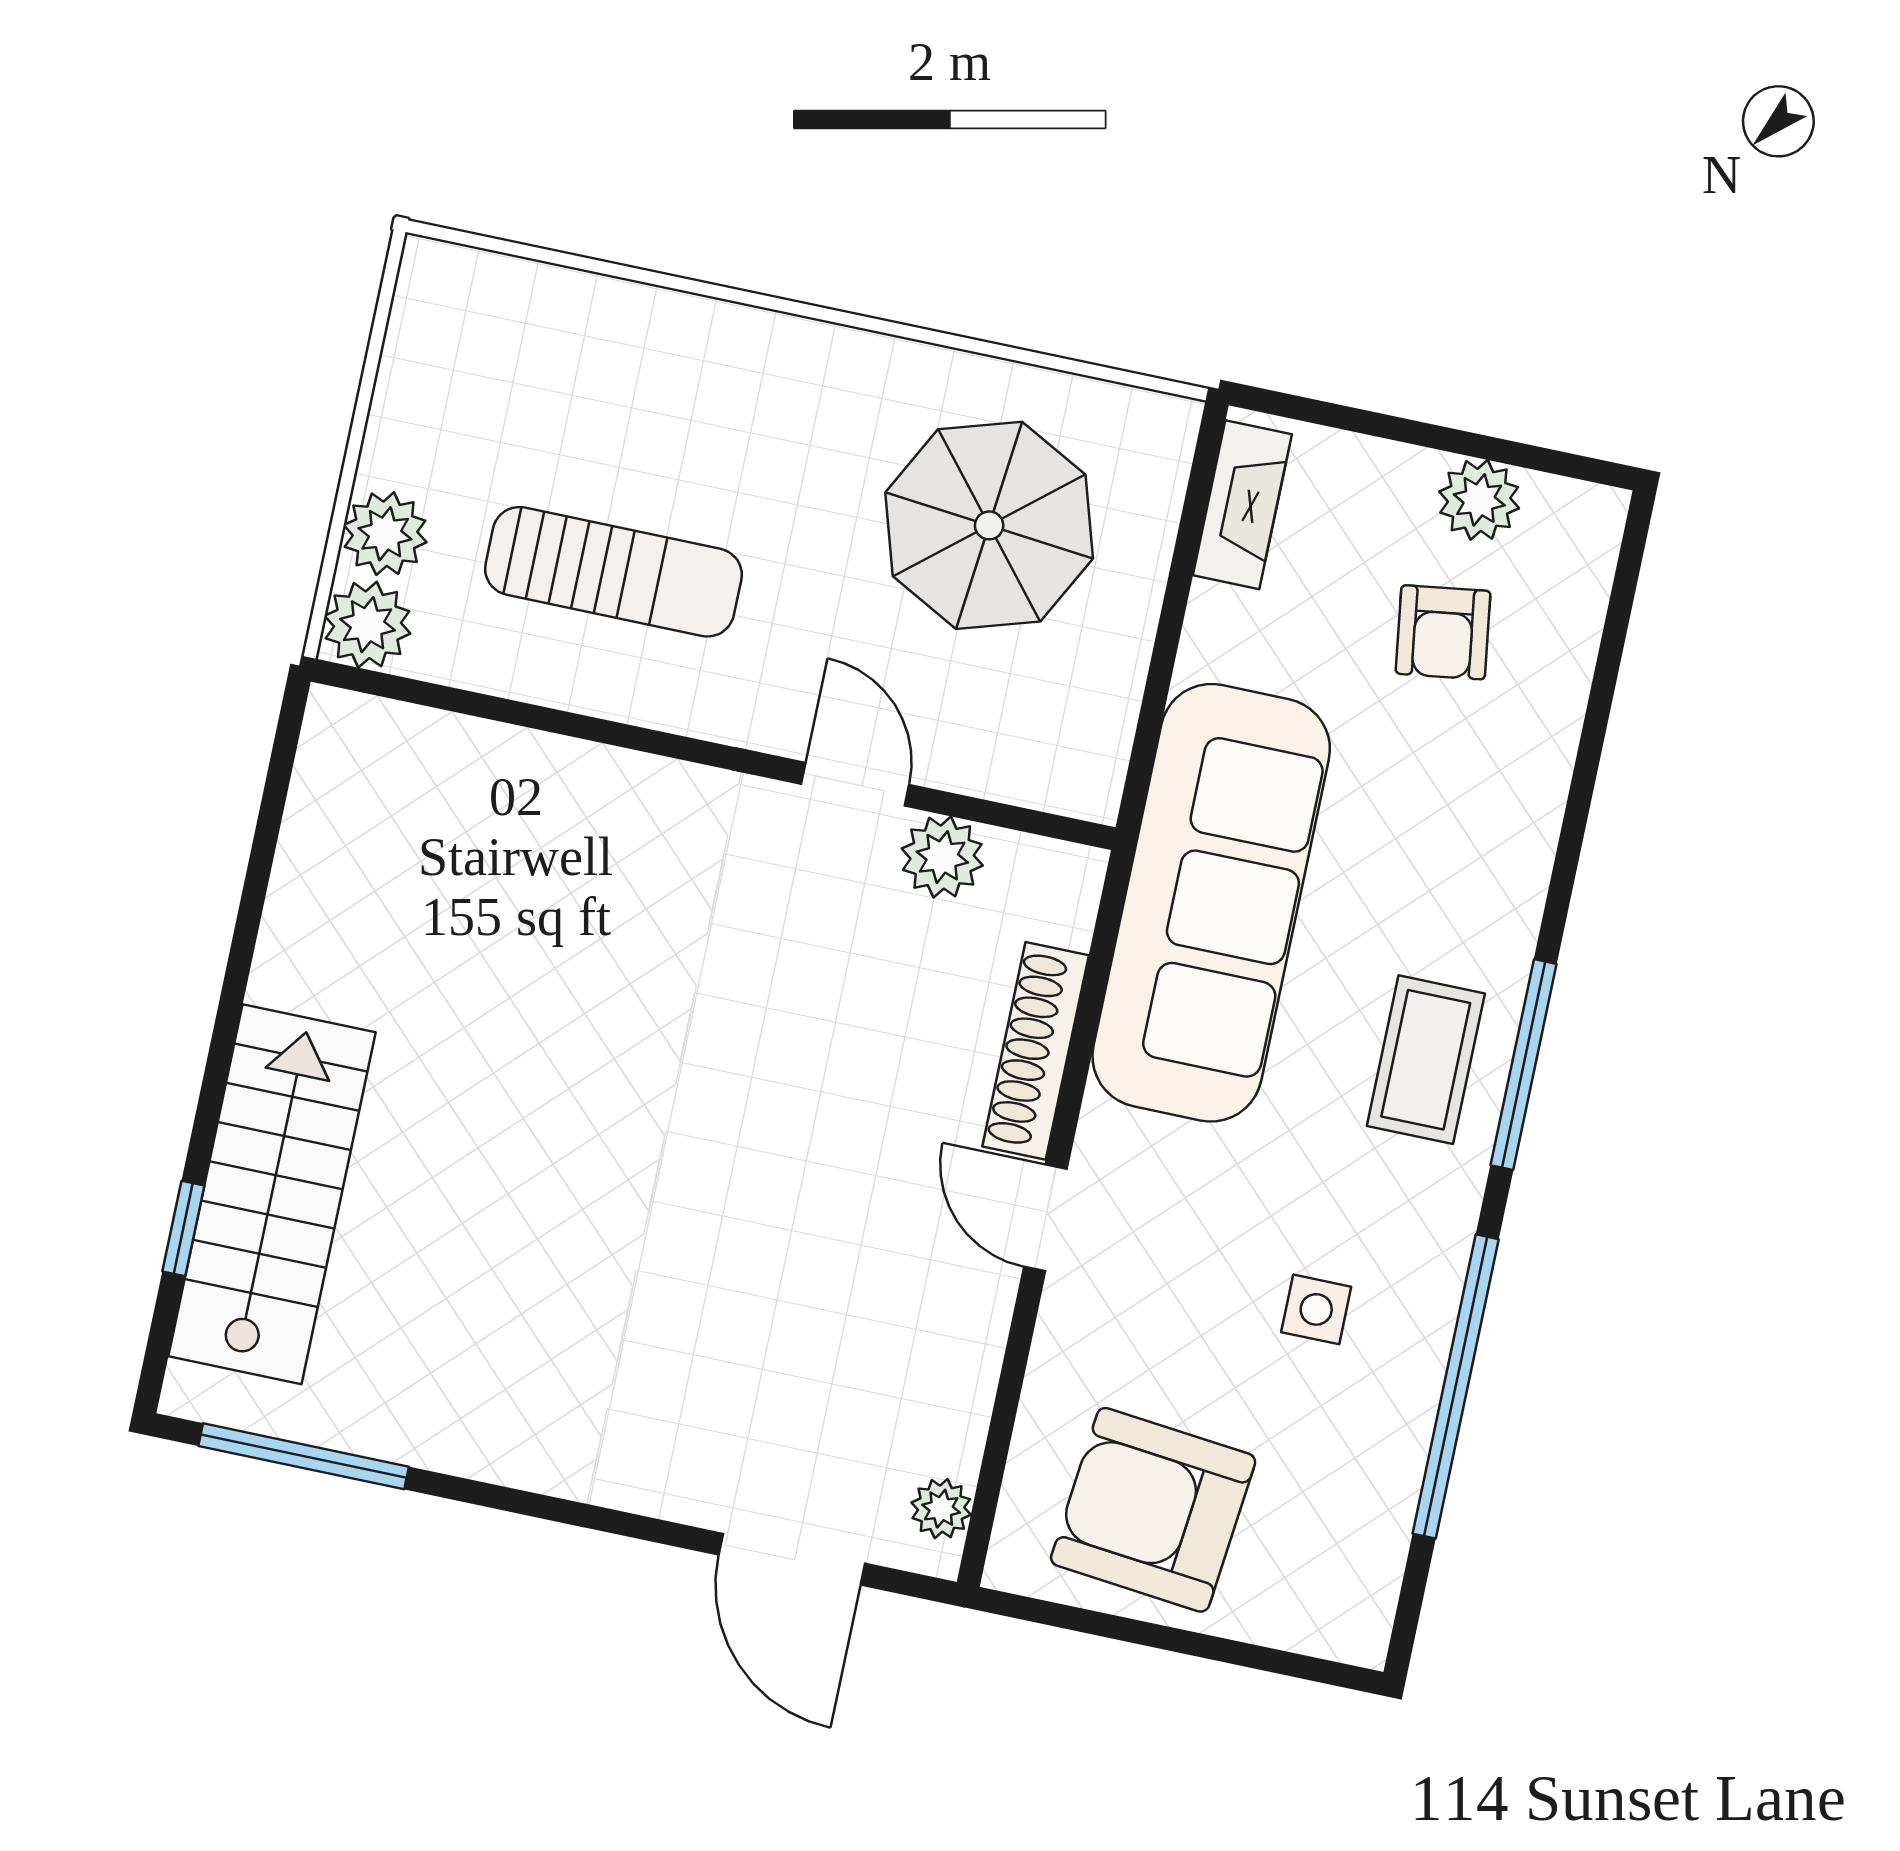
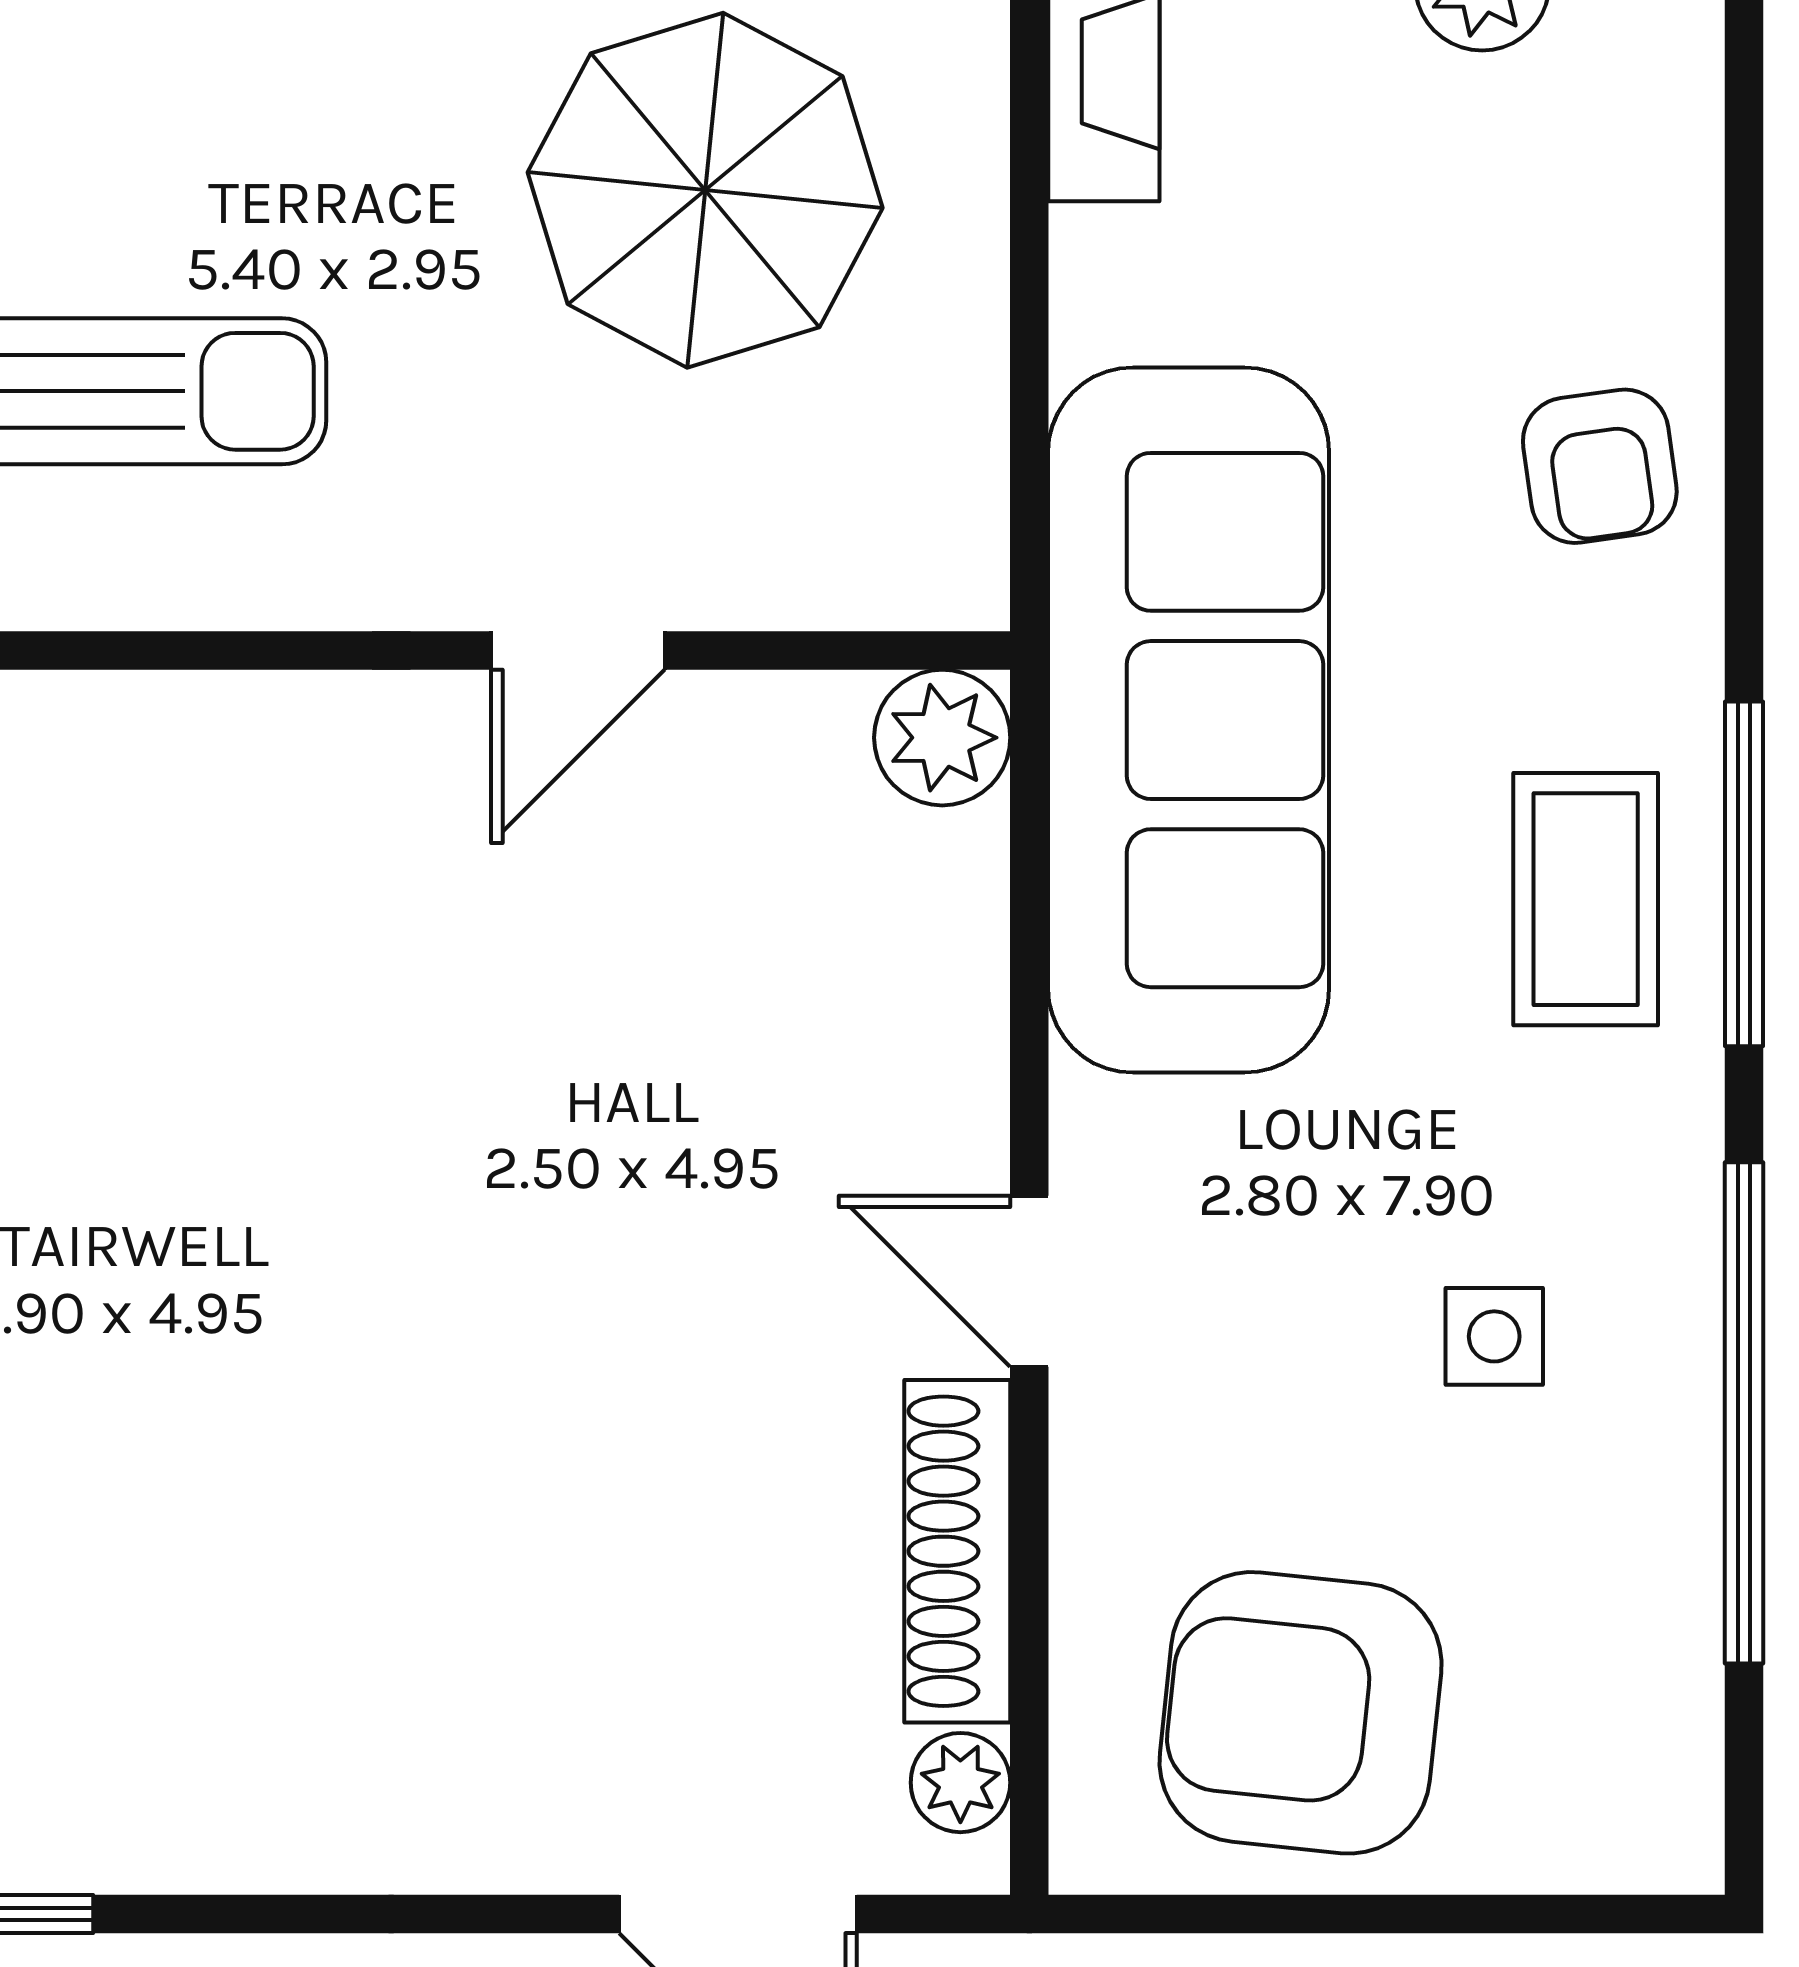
armchair: (1443, 632) -> (1600, 466), moved
door: (855, 784) -> (578, 650), swing flipped
plant: (942, 857) -> (942, 738), moved
shoe rack: (1036, 1051) -> (957, 1551), moved

